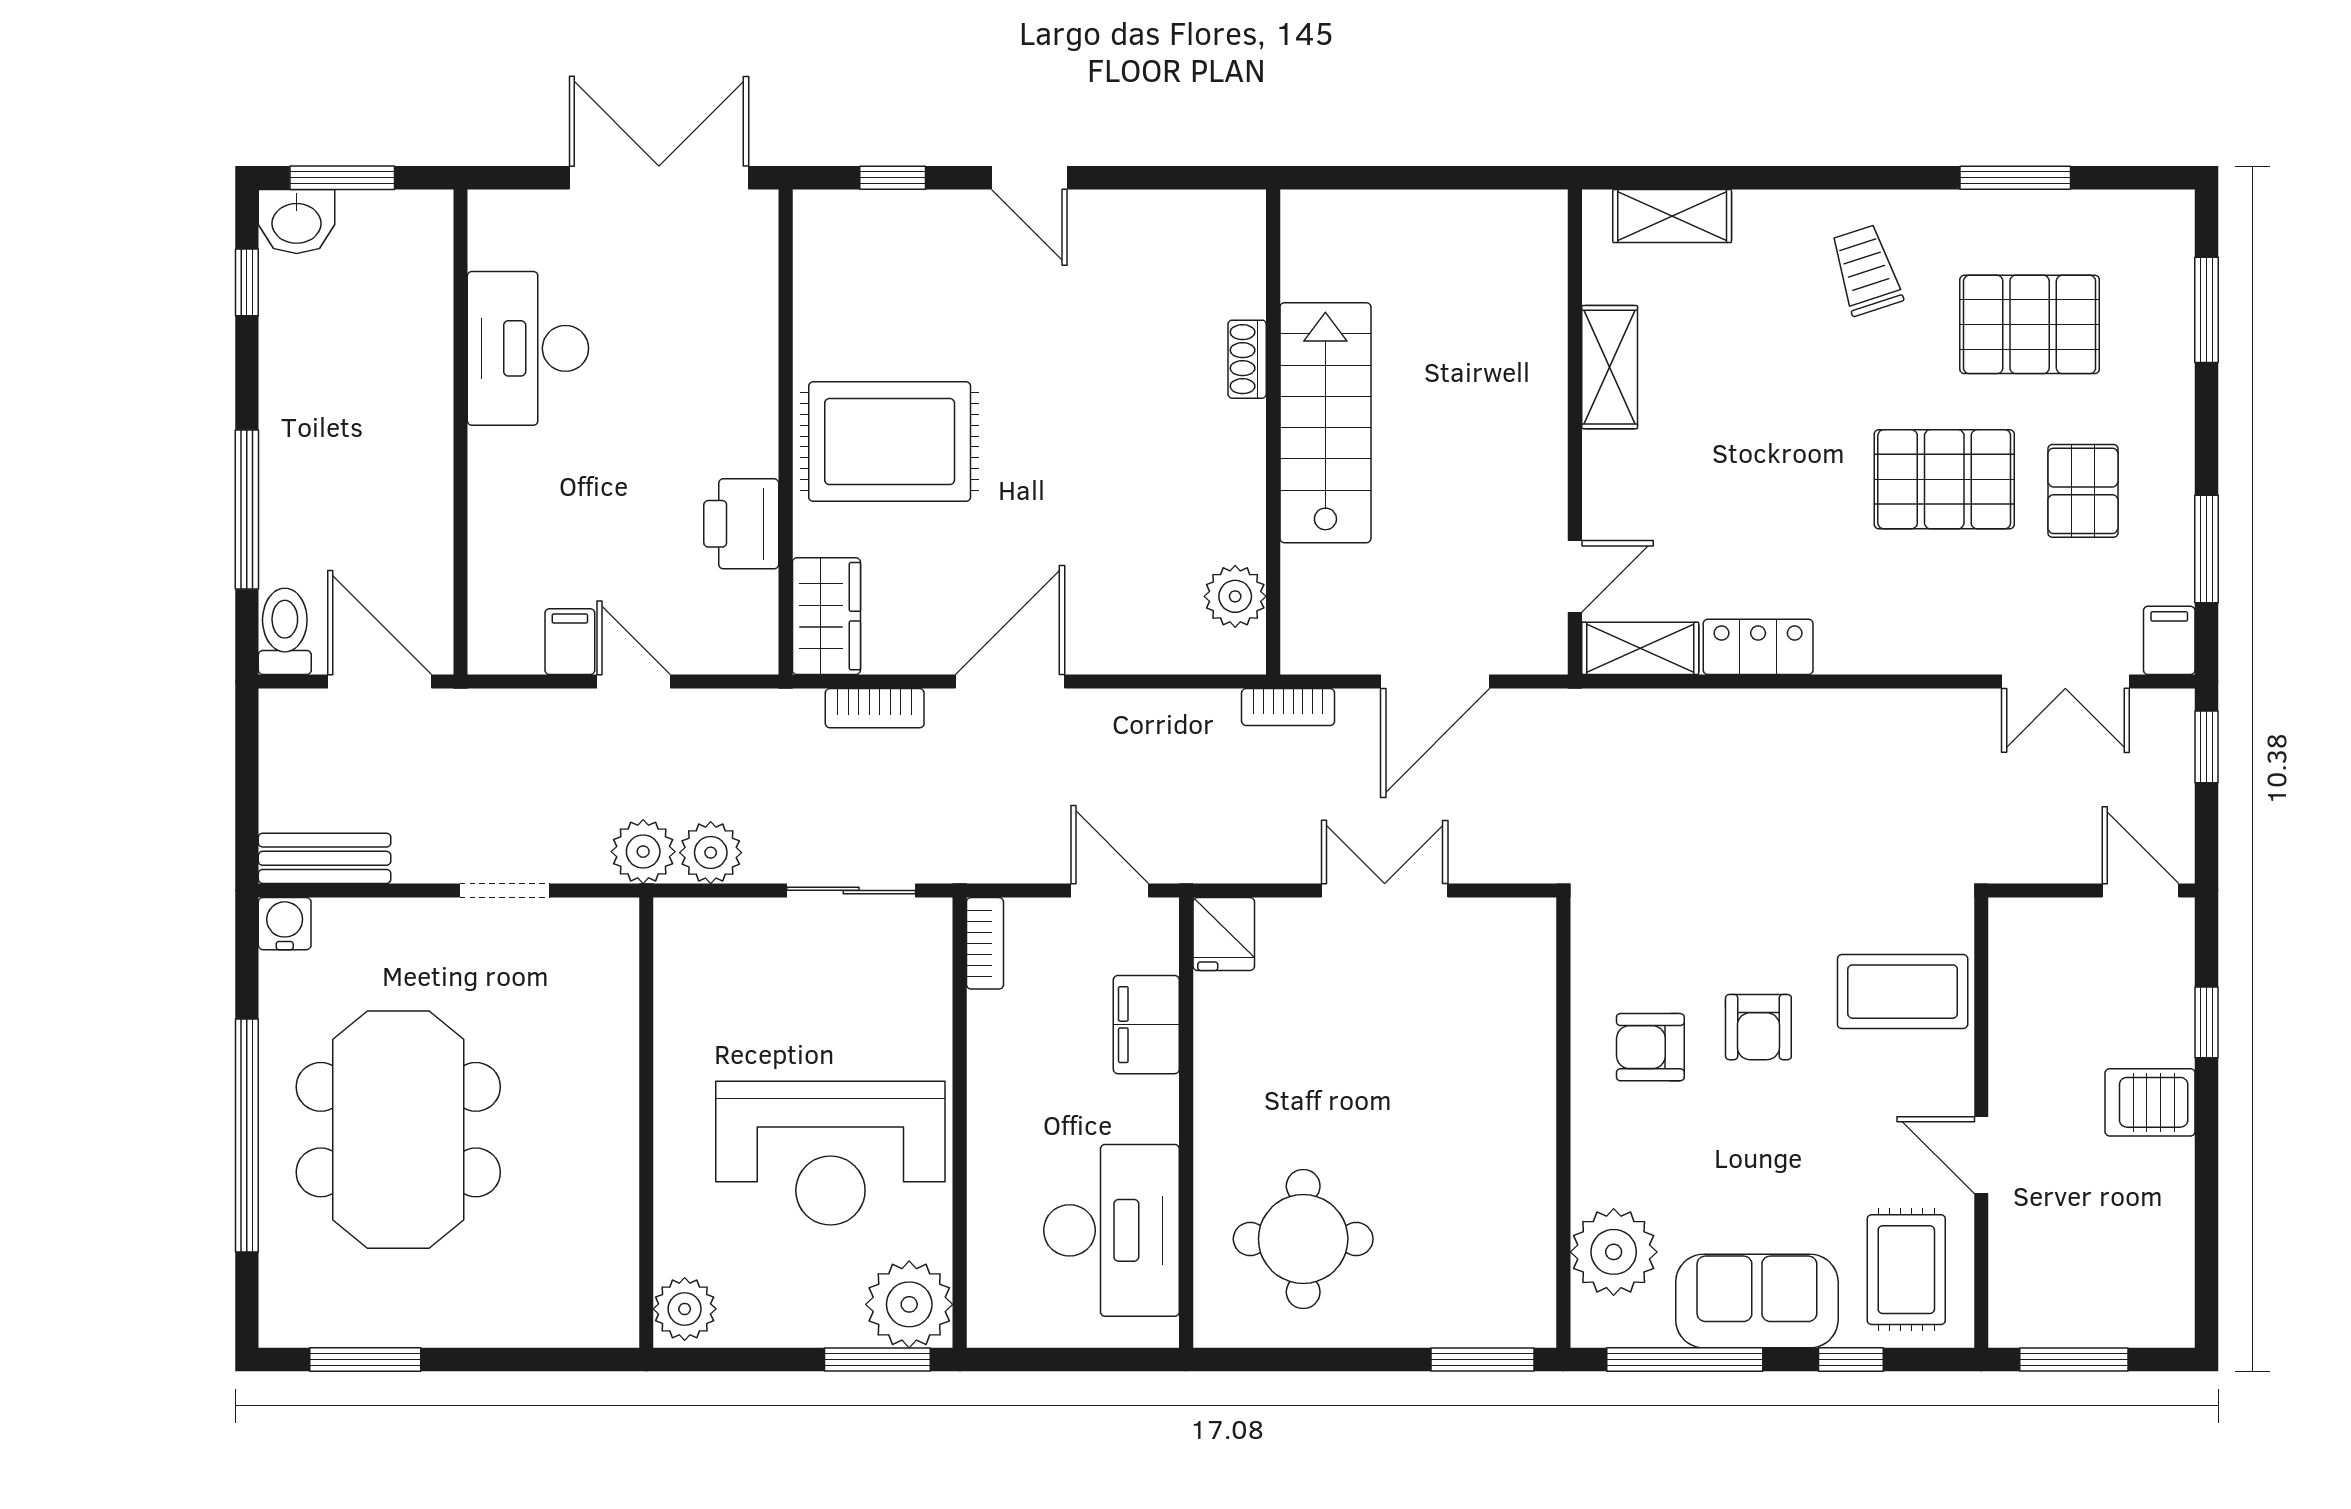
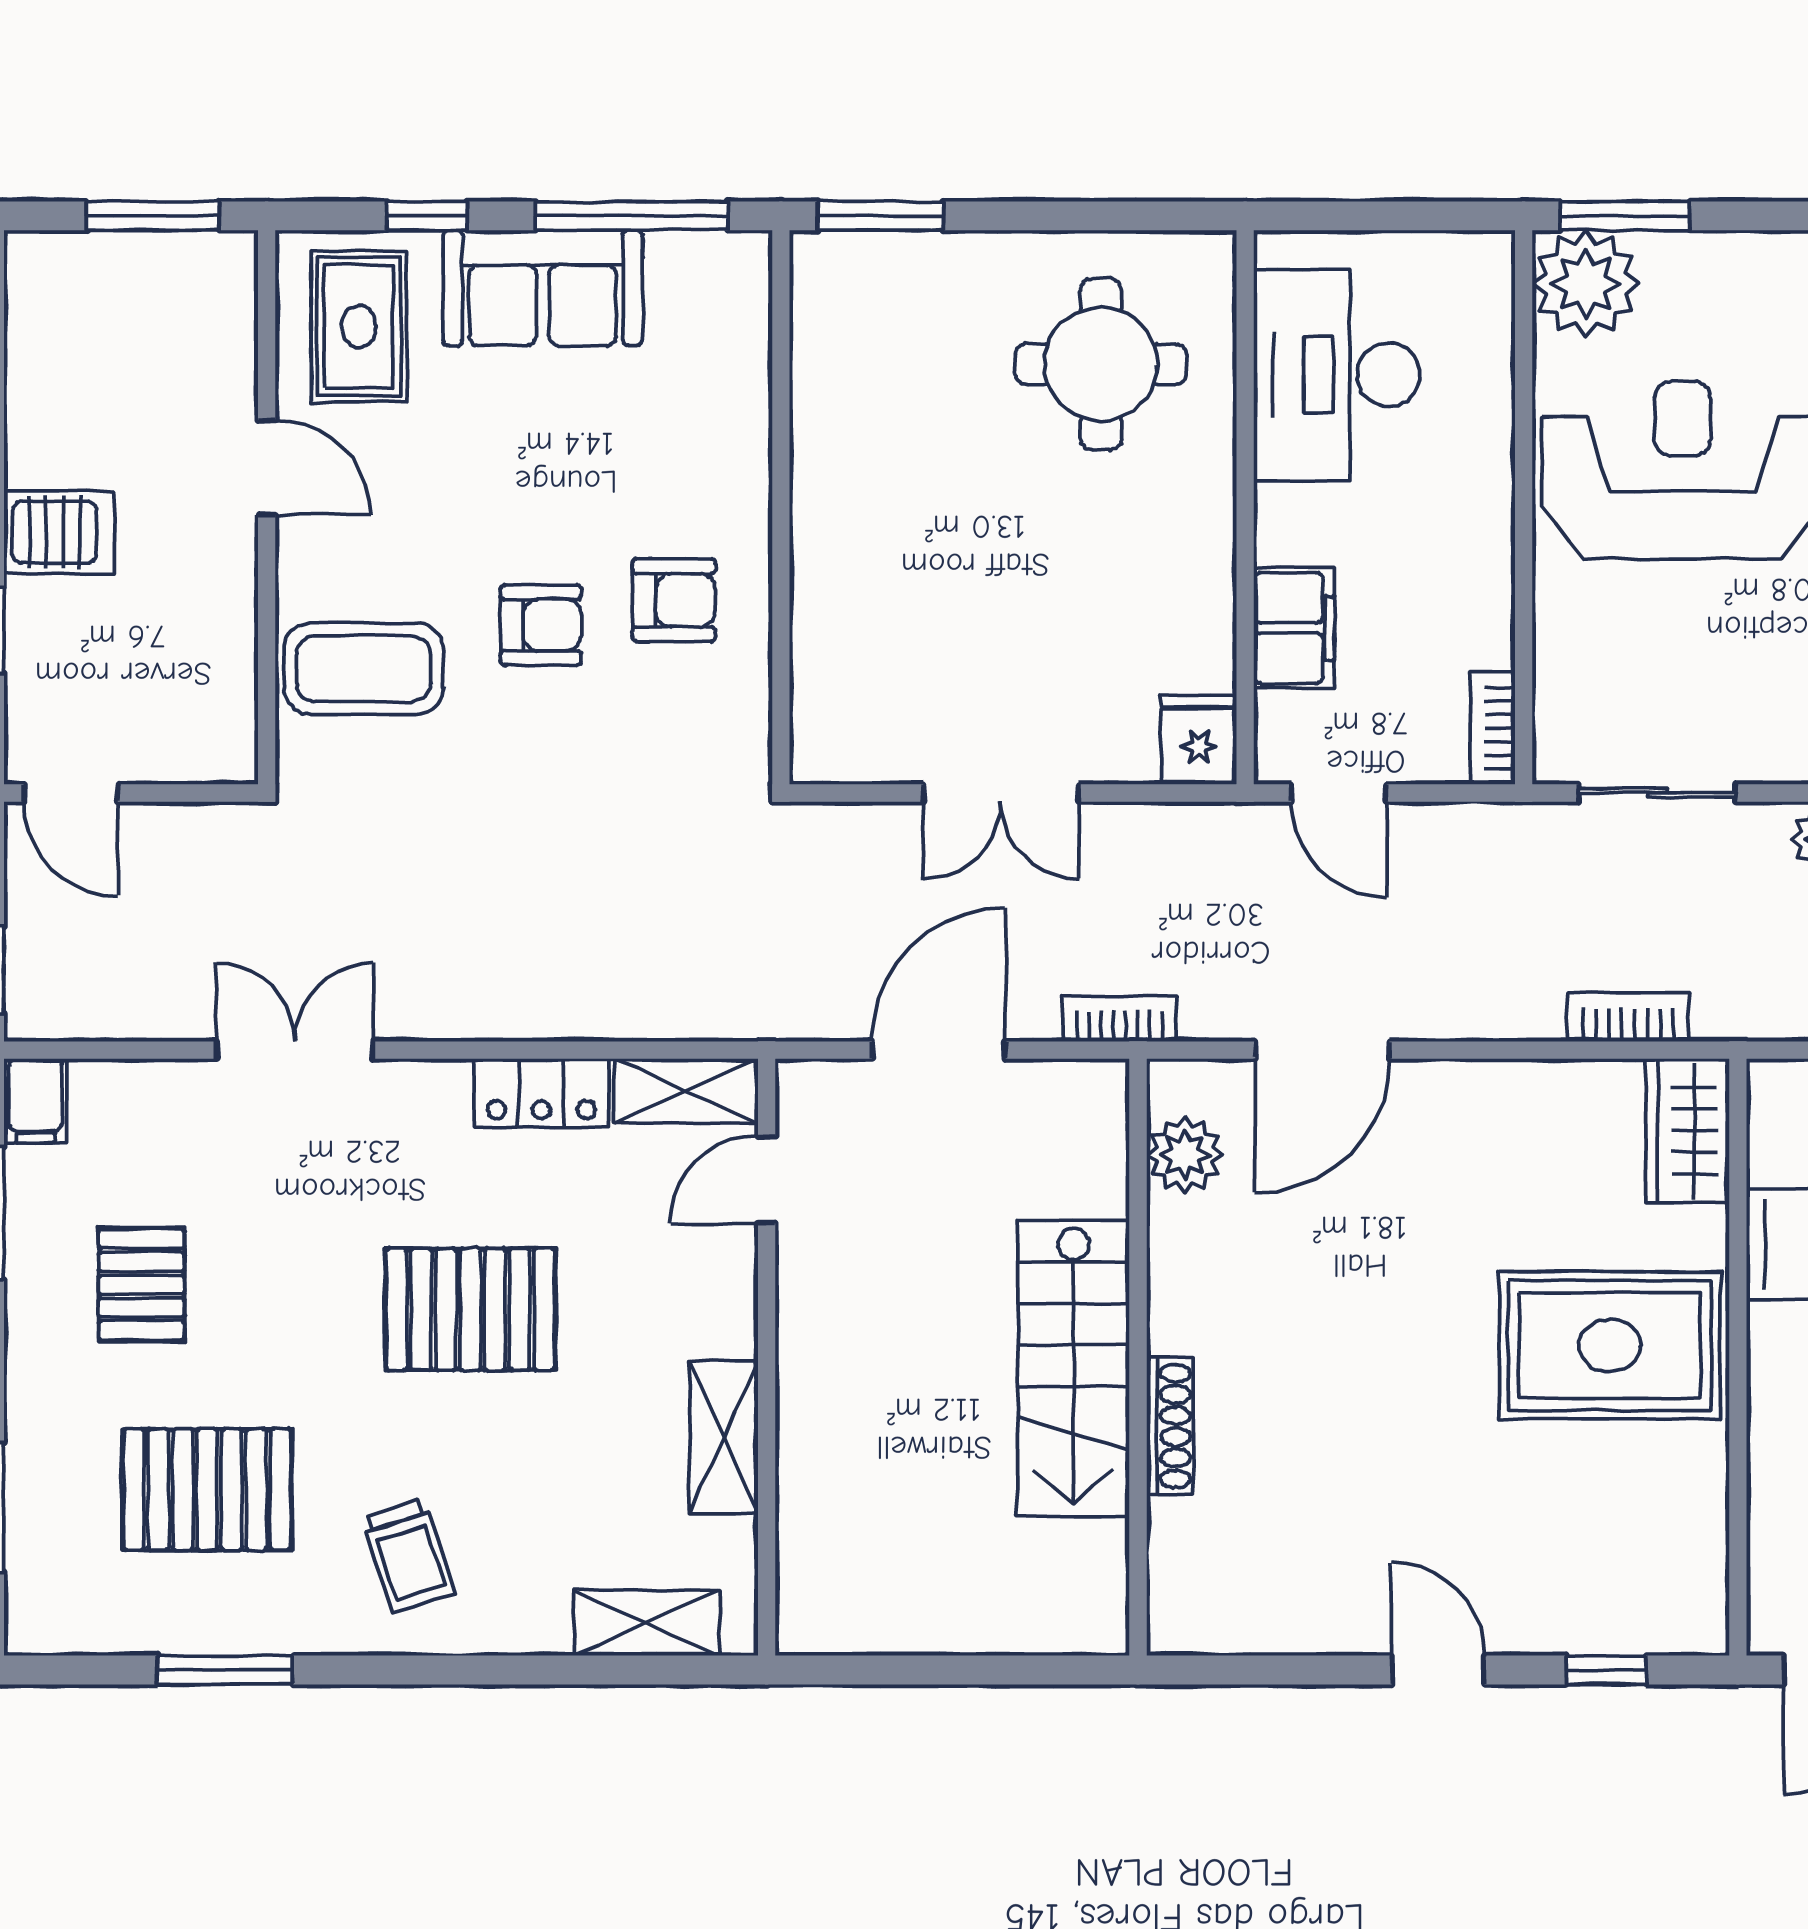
shoe rack: (1247, 359) -> (1170, 1426), width x1.43
pallet: (1944, 479) -> (470, 1309), moved
door: (1010, 682) -> (1322, 1050), moved
double door: (2065, 682) -> (295, 1050), moved
armchair: (1758, 1027) -> (541, 625), turned 90
plant: (1614, 1252) -> (719, 348), removed

